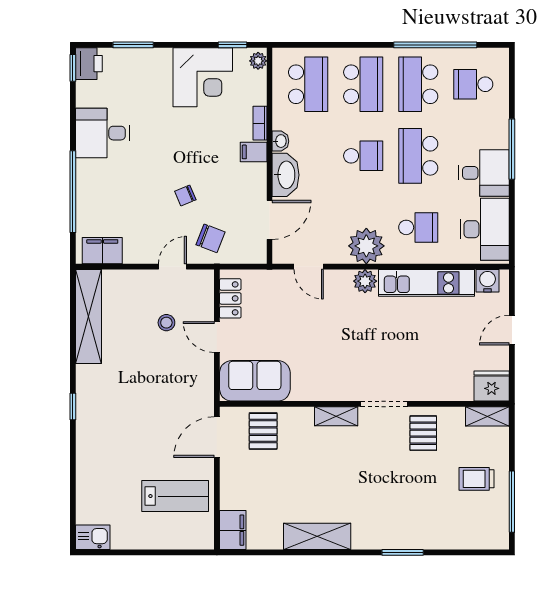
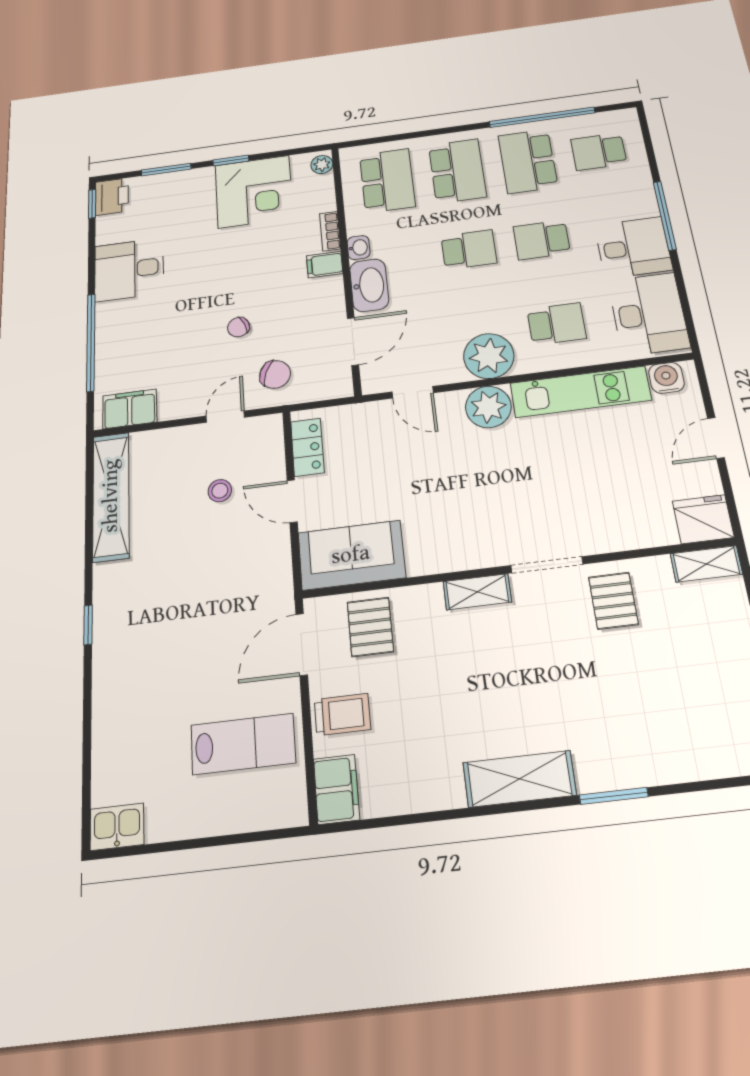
window: (233, 45) -> (231, 161), moved
school desk: (418, 156) -> (542, 240), width x0.54
plant: (365, 281) -> (488, 407), width x1.36, depth x1.36
trolley: (477, 479) -> (342, 714), moved, turned 180
shelving: (317, 536) -> (519, 779), moved

